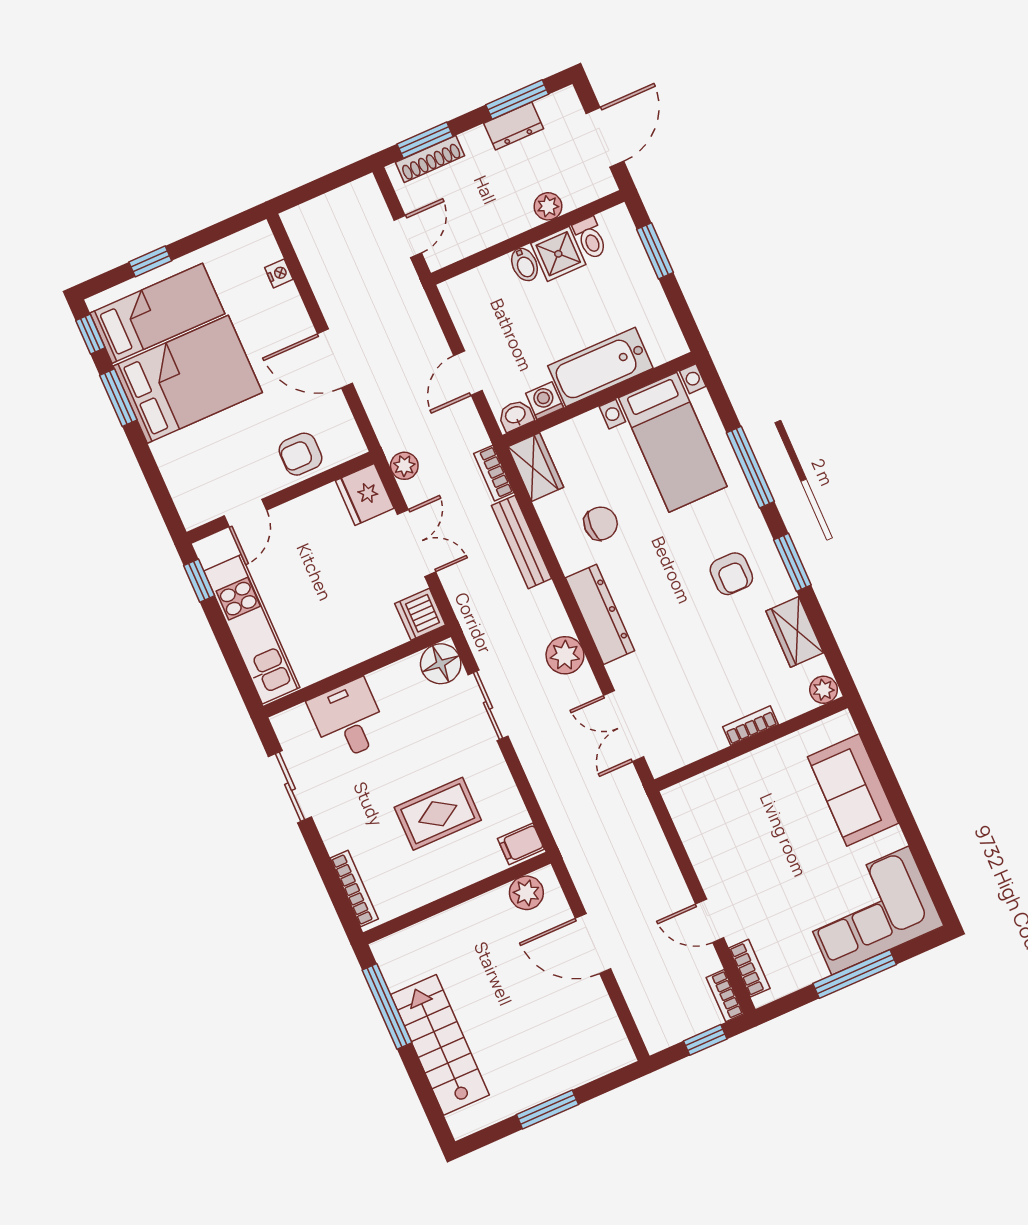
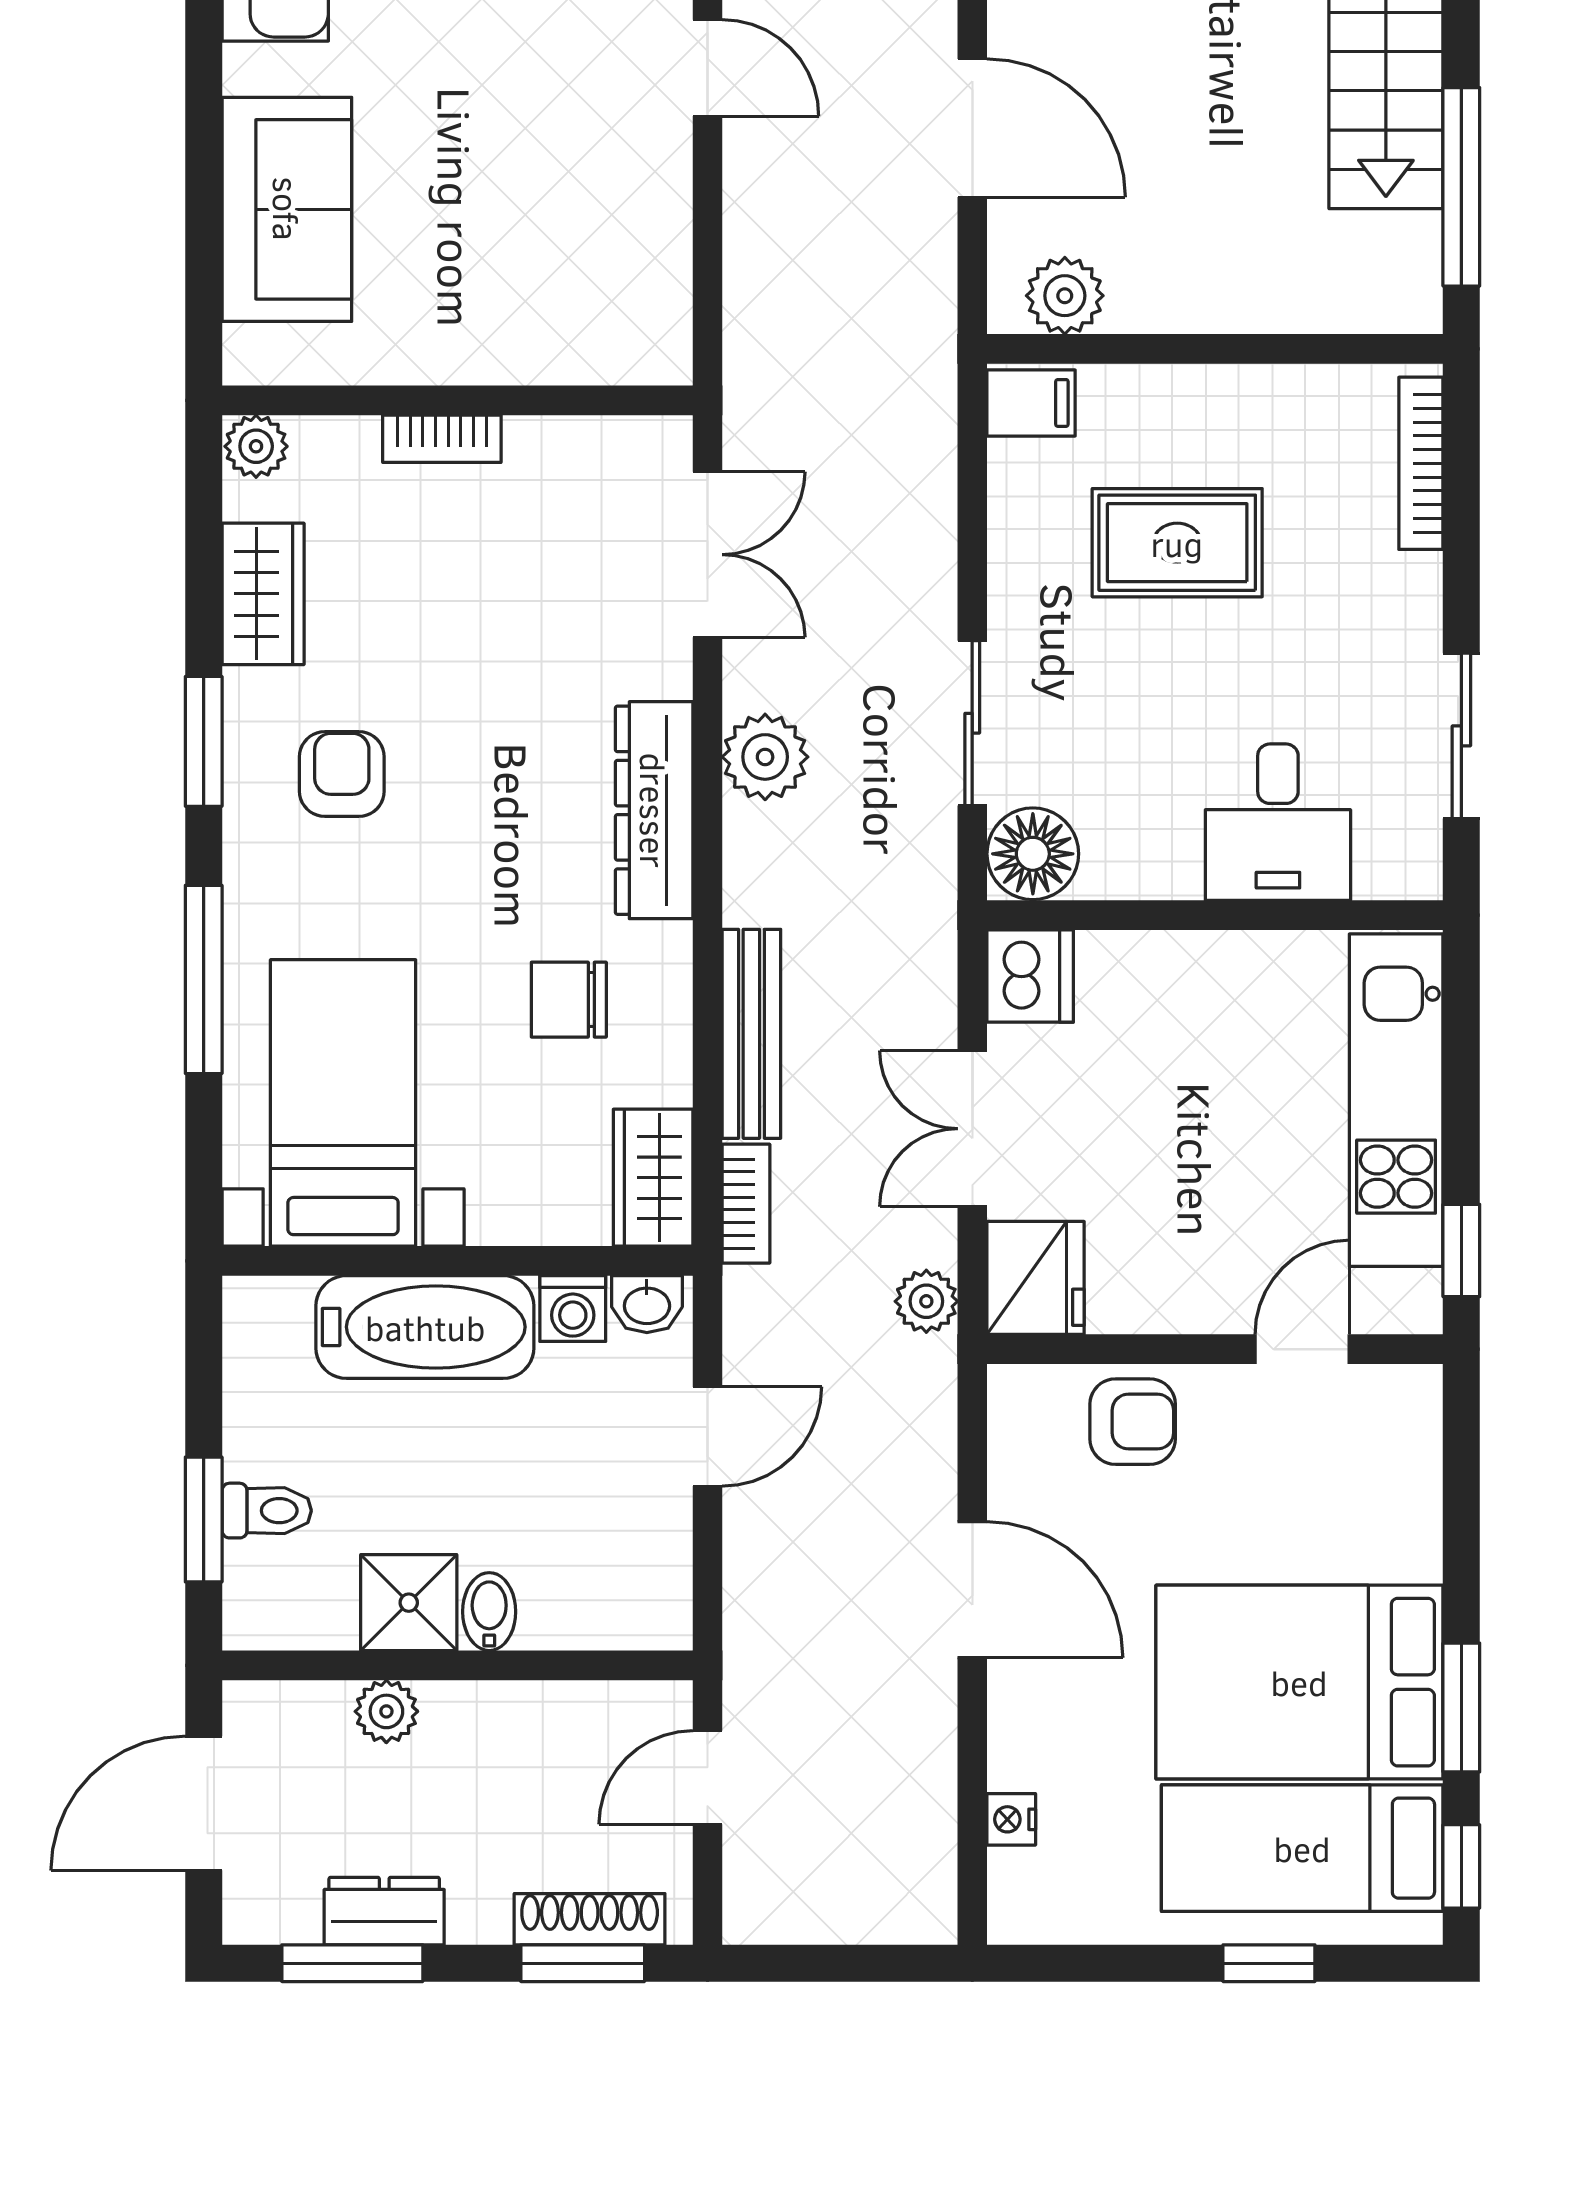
toilet: (590, 238) -> (267, 1511), moved, turned 90

